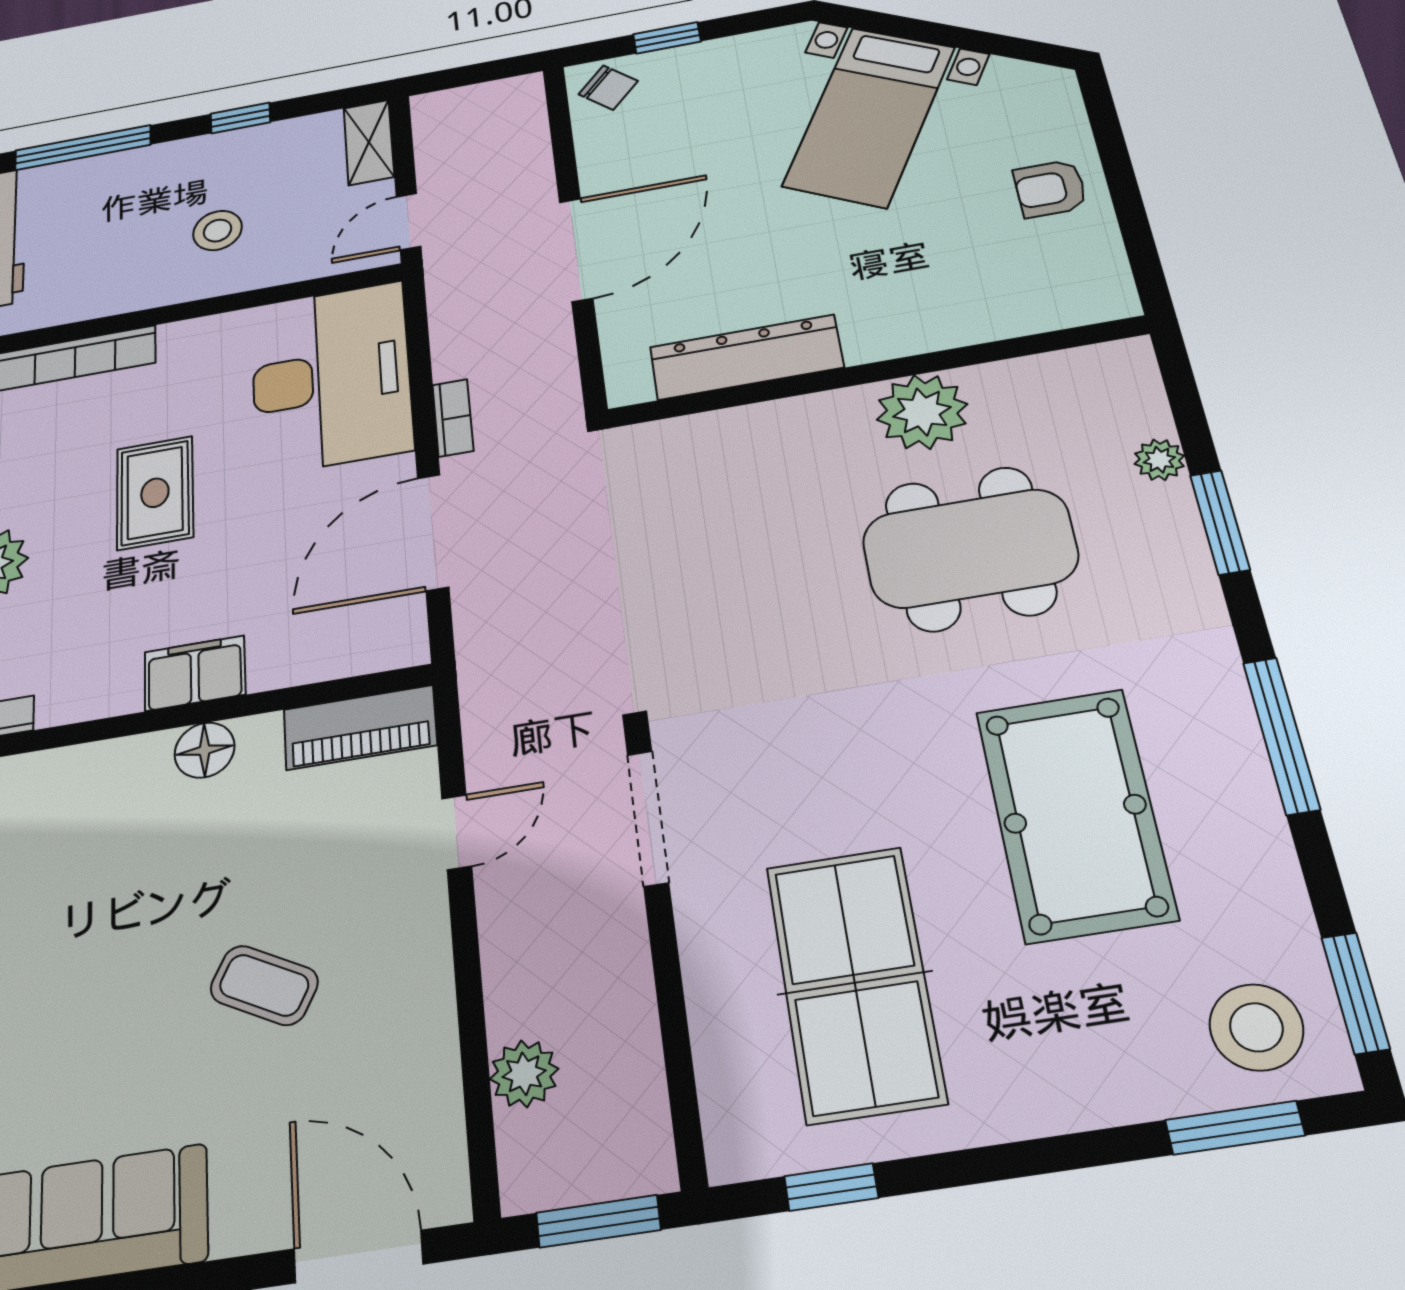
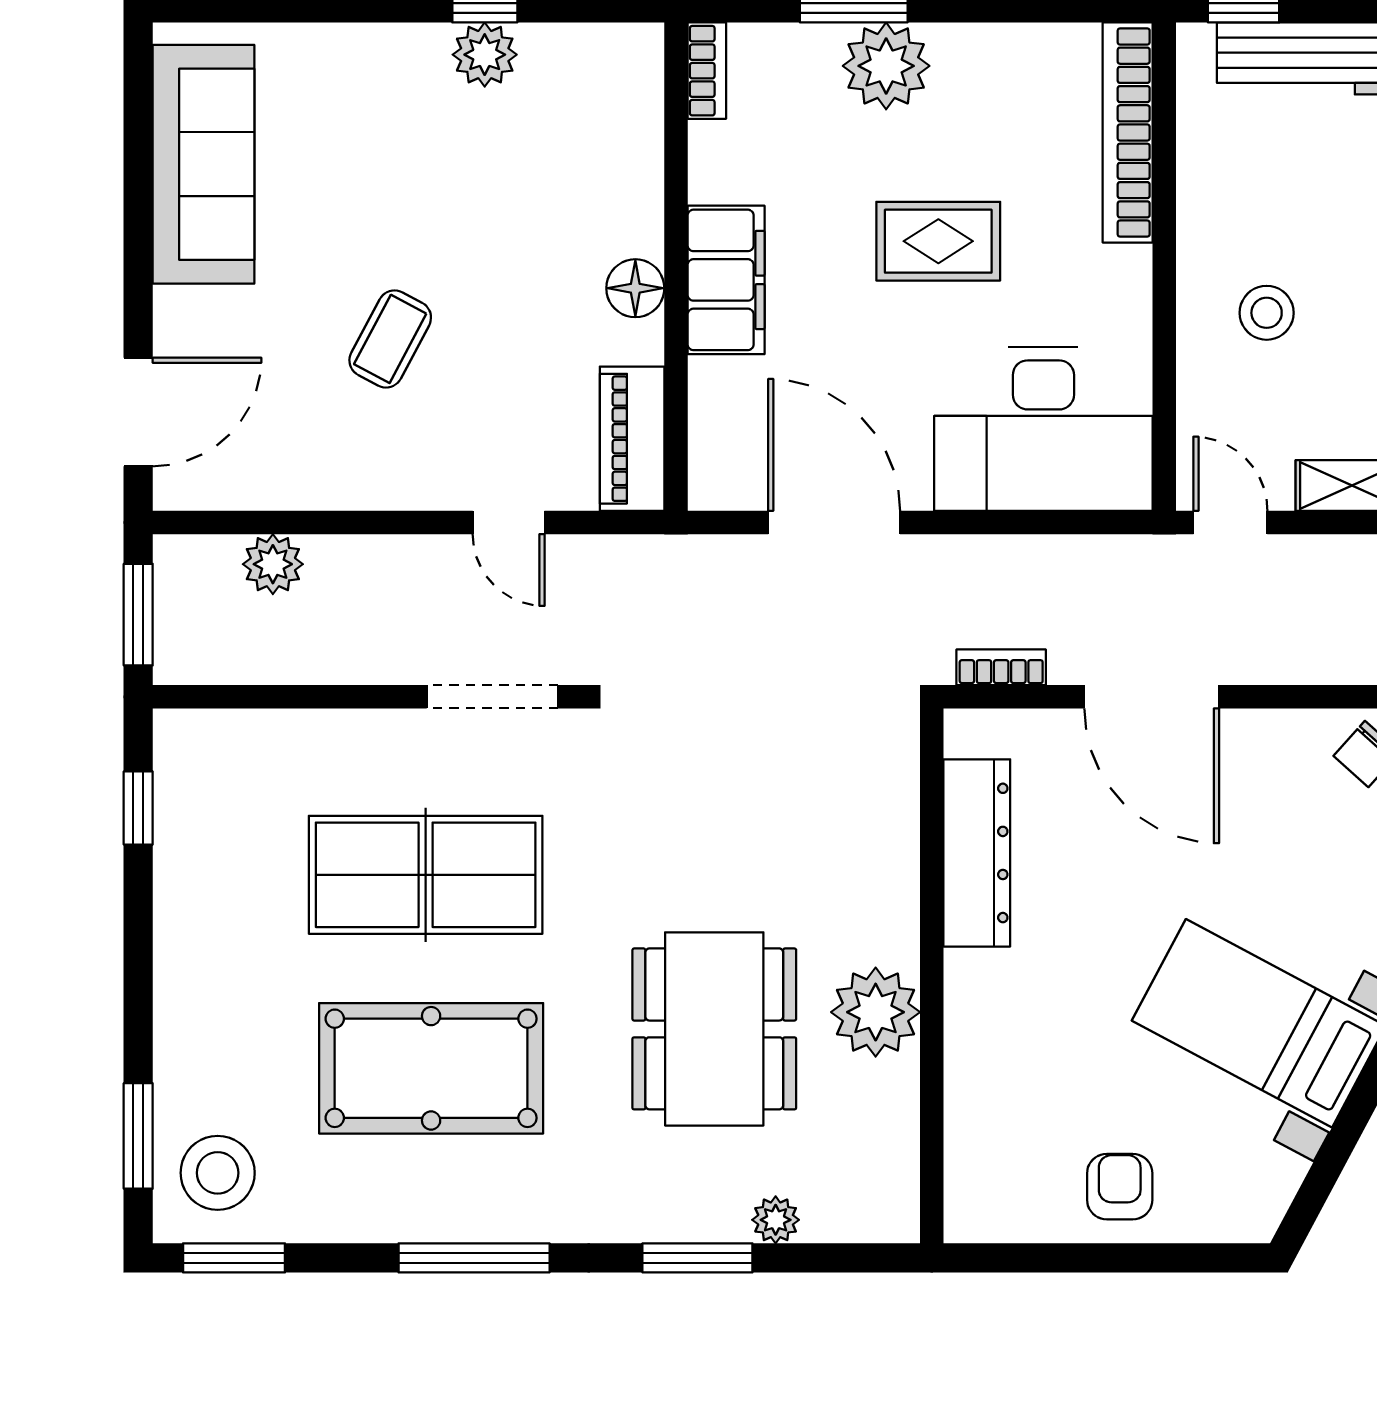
bookcase: (453, 418) -> (1001, 667), moved, turned 180
filing cabinet: (195, 673) -> (726, 280), width x1.50, depth x1.17
table tennis table: (855, 983) -> (426, 875), moved

